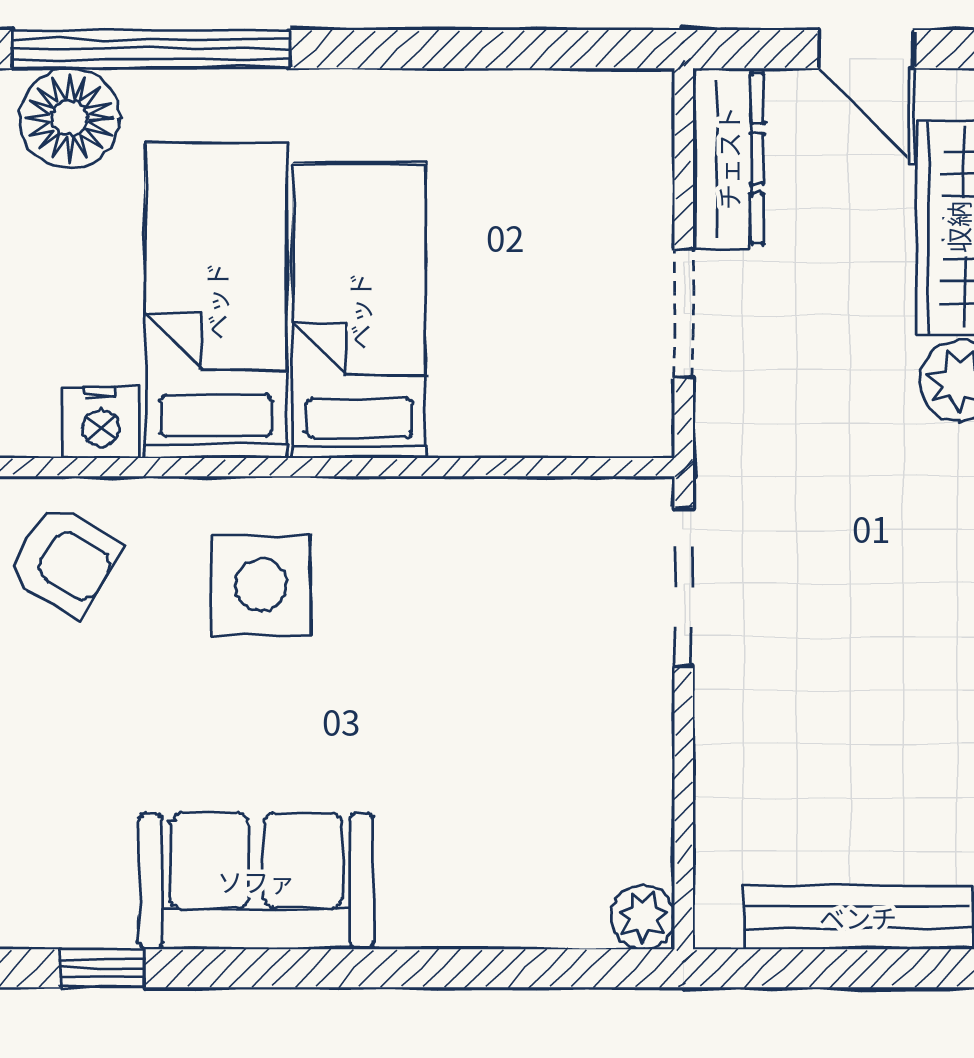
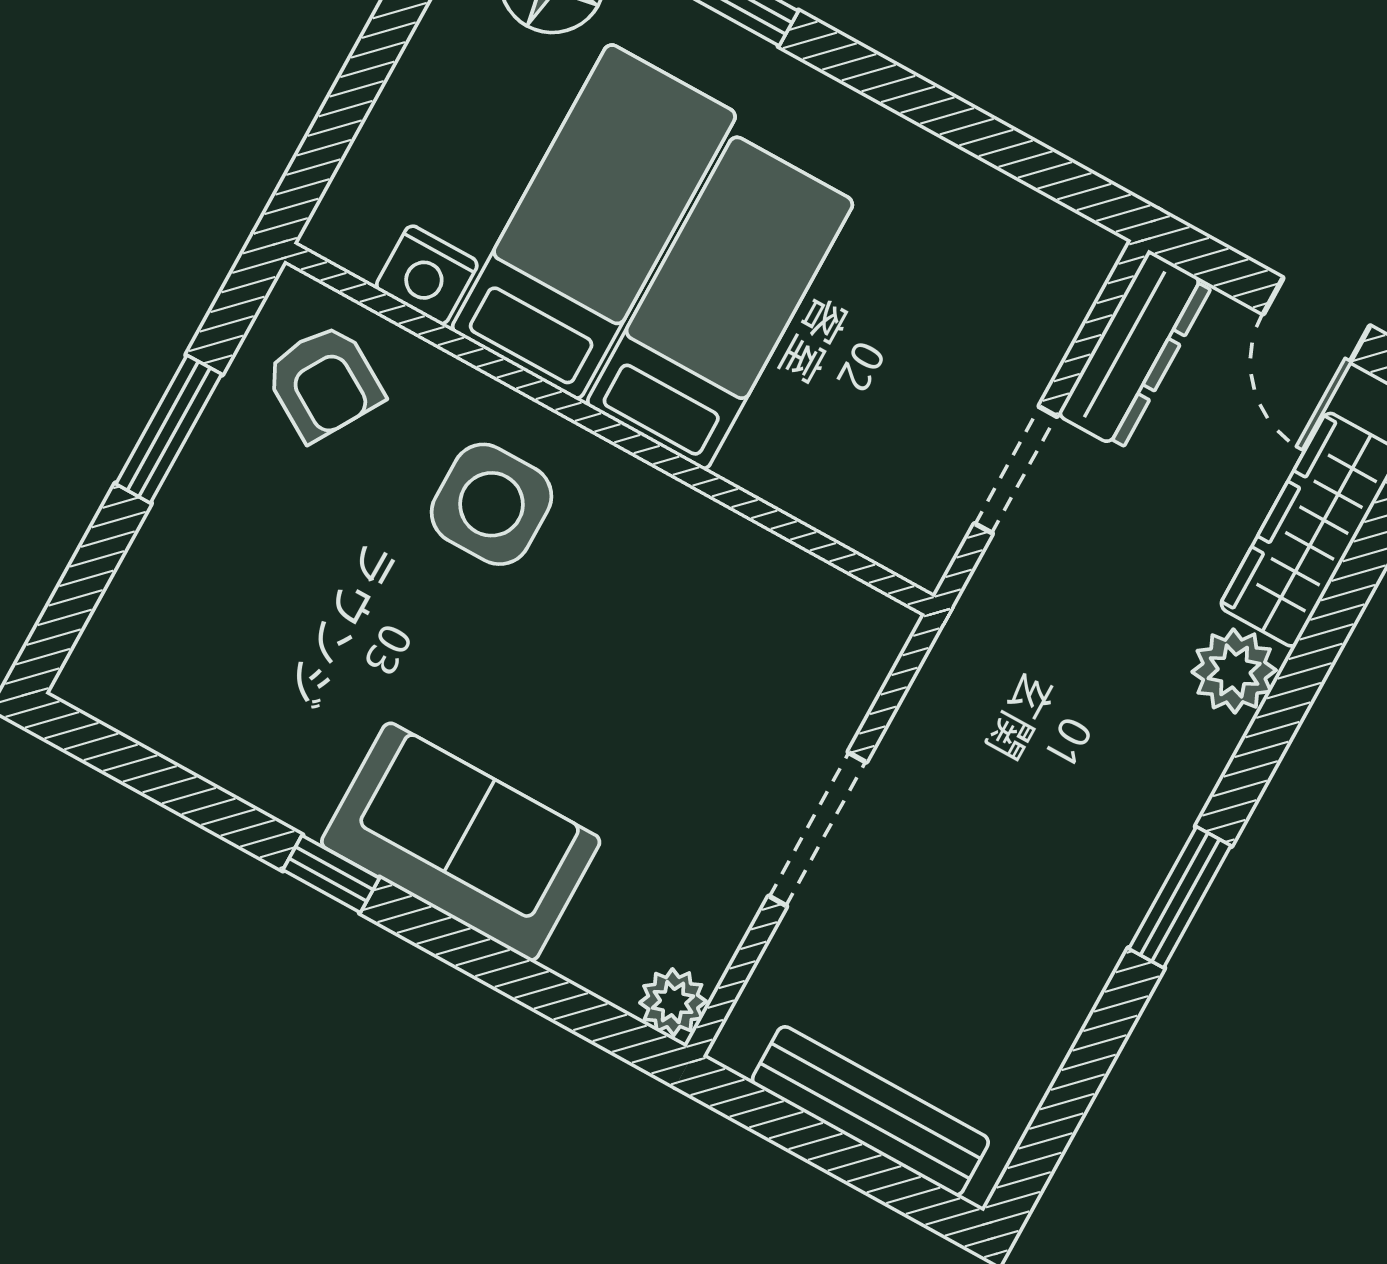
doorway: (684, 587) -> (817, 829), moved
sofa: (256, 881) -> (461, 842), moved
window: (102, 968) -> (331, 874), moved

